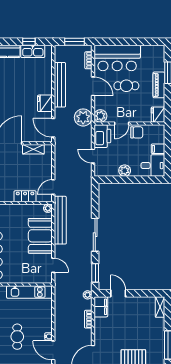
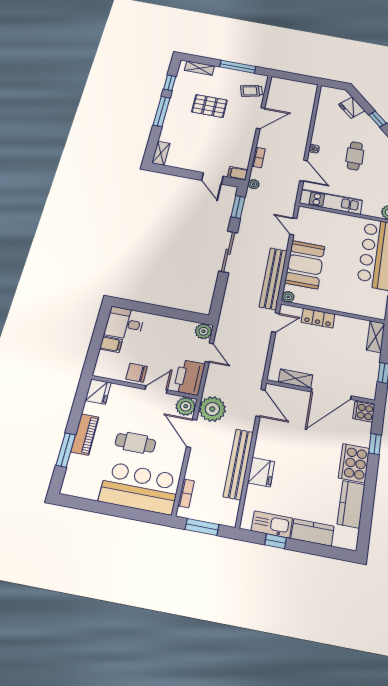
door: (93, 86) -> (192, 433), moved
fridge: (45, 103) -> (261, 472), moved
plant: (125, 171) -> (203, 331), moved
filing cabinet: (101, 307) -> (238, 173), width x0.50
door: (53, 350) -> (304, 171), moved

